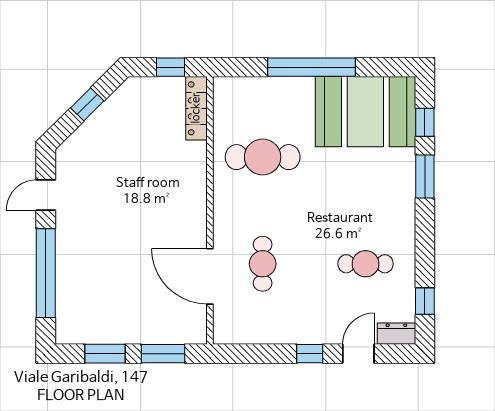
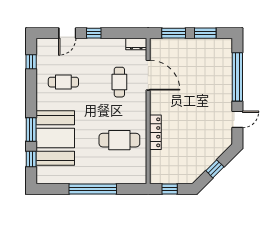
locker: (196, 108) -> (155, 132), moved
booth: (365, 112) -> (55, 138), moved, turned 90
dresser: (396, 334) -> (136, 44), moved

